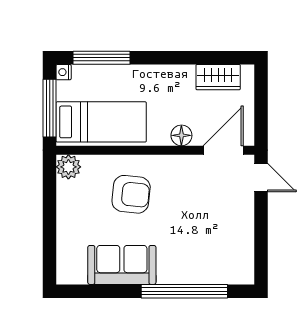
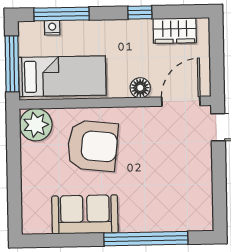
window: (183, 58) -> (140, 13), added
nightstand: (64, 72) -> (52, 28), moved, turned 90
plant: (68, 167) -> (36, 125), width x1.36, depth x1.36
armchair: (131, 194) -> (92, 146), width x1.36, depth x1.36

